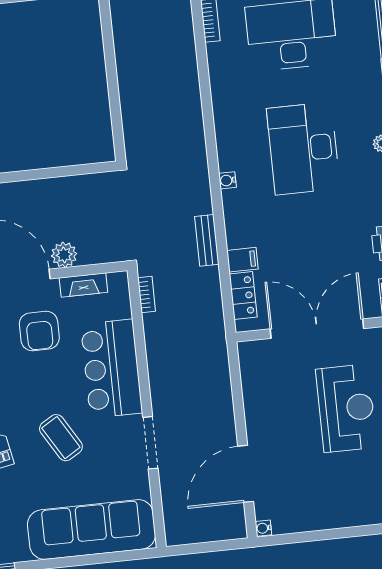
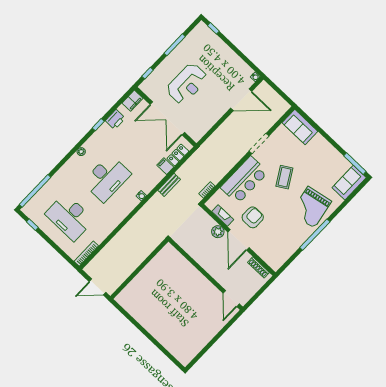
reception desk: (346, 408) -> (187, 84), turned 180
sofa: (91, 529) -> (300, 127), width x0.54, depth x0.79

